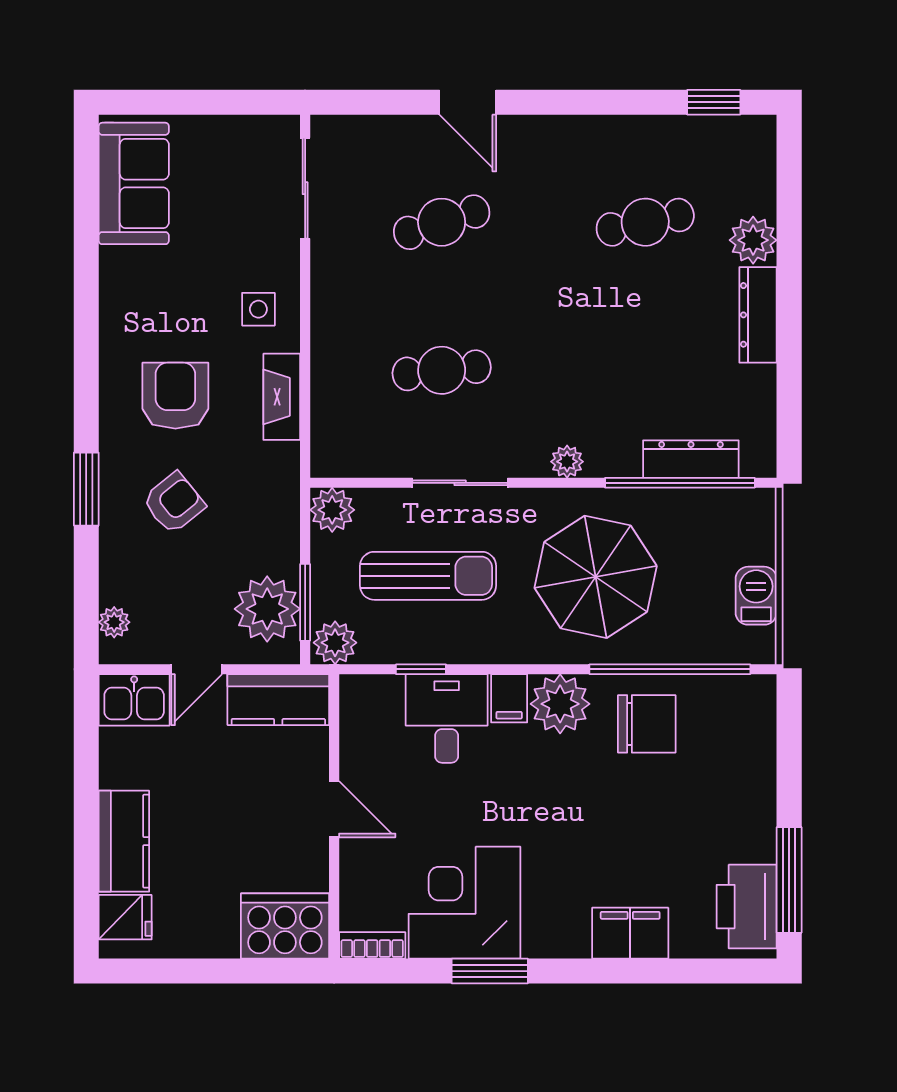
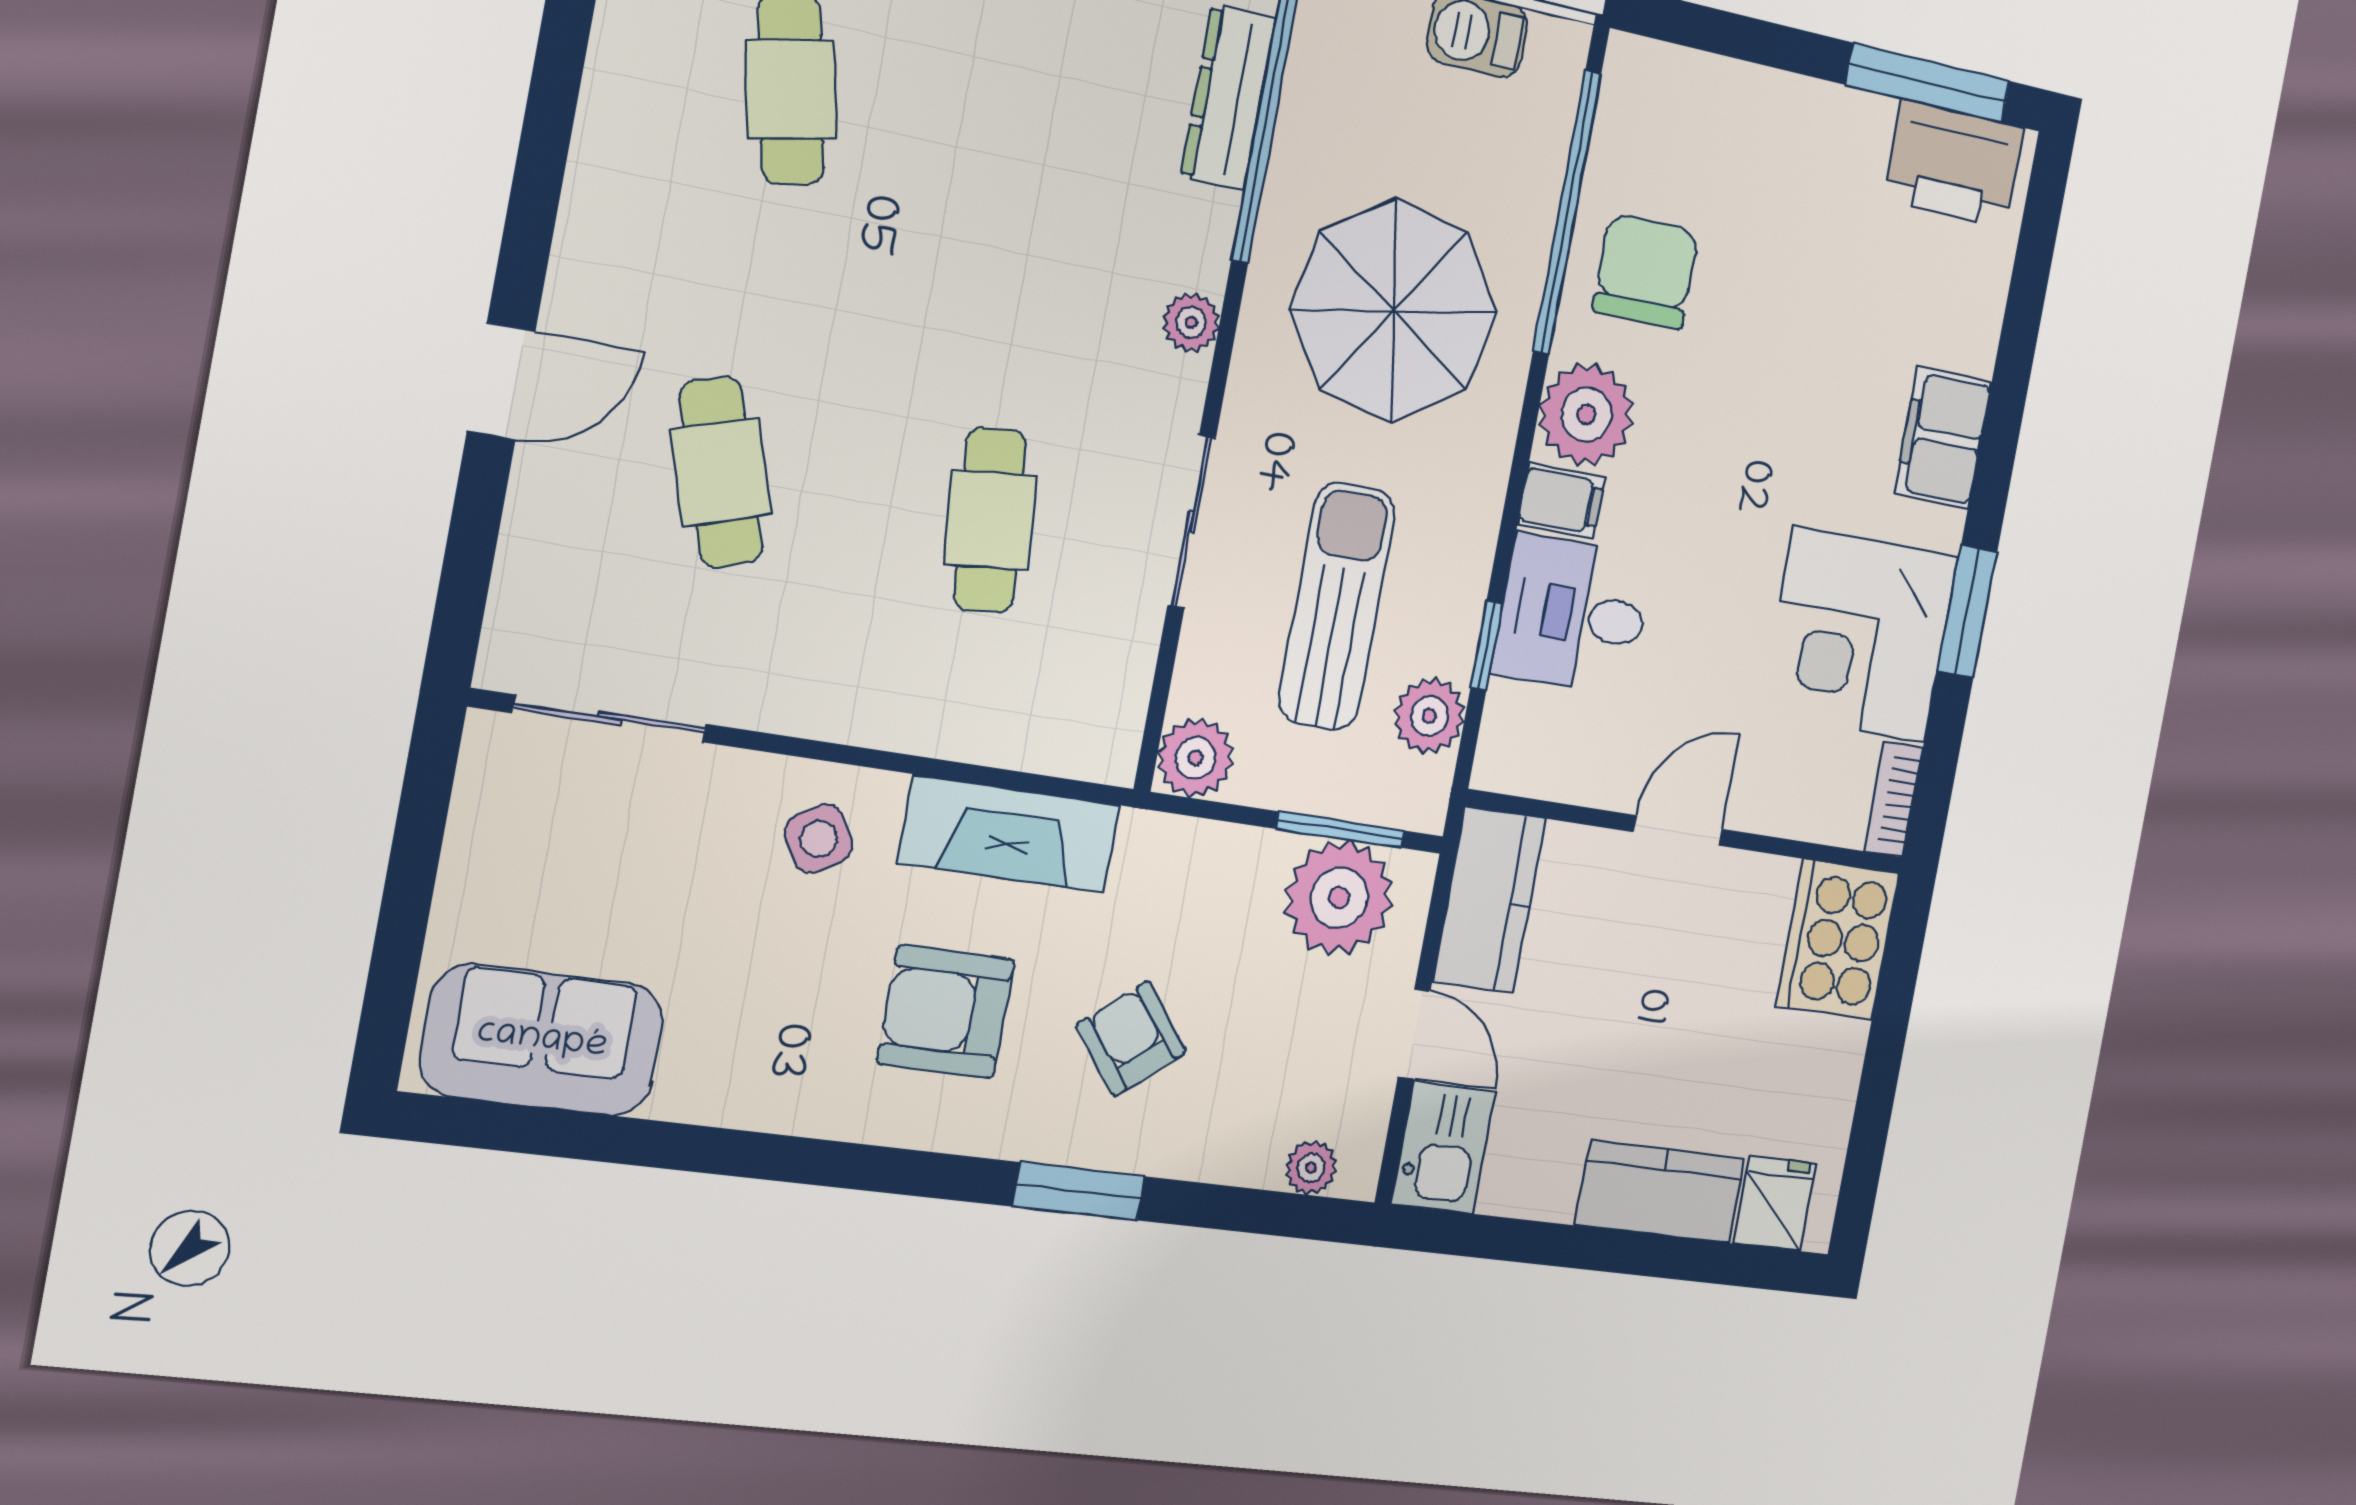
side table: (258, 309) -> (819, 839), turned -32
fireplace: (282, 397) -> (1009, 834), width x1.37, depth x1.32
plant: (335, 643) -> (1429, 716), moved
filing cabinet: (630, 933) -> (1943, 438), moved

